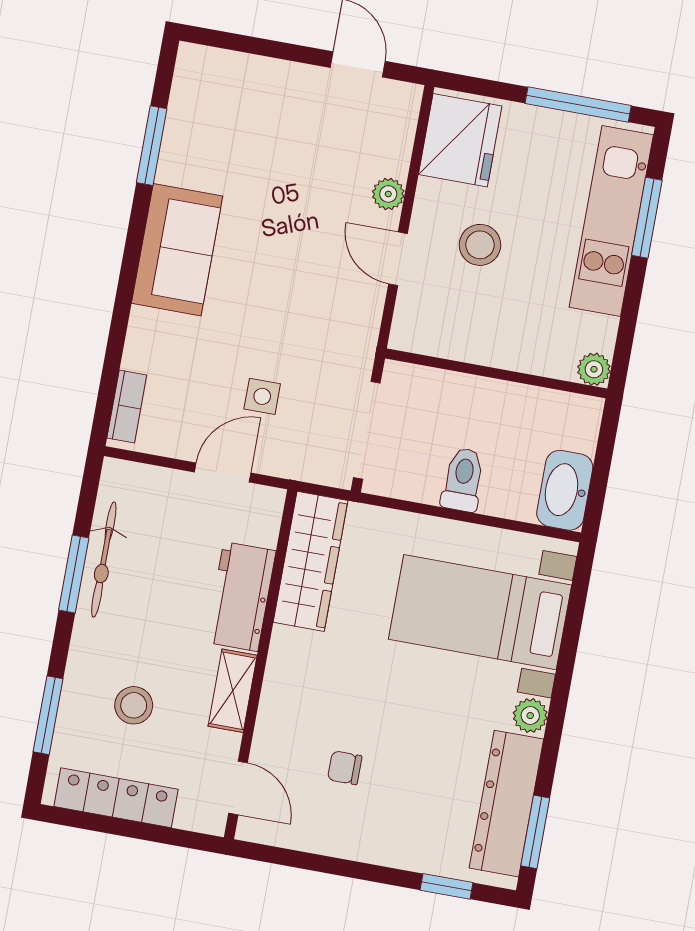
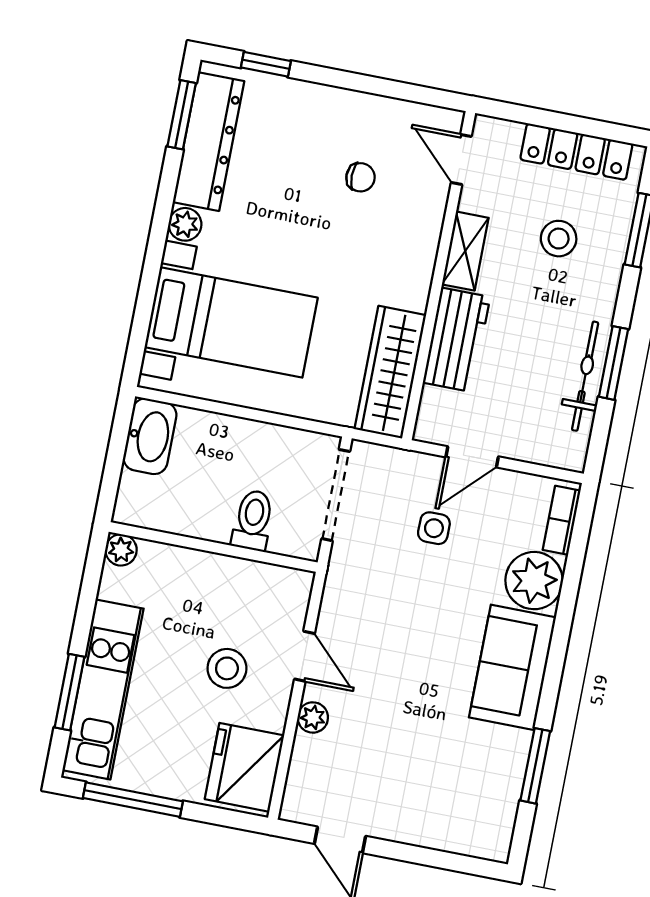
plant: (155, 342) -> (534, 581), added
toilet: (463, 480) -> (253, 520), moved, turned 180

